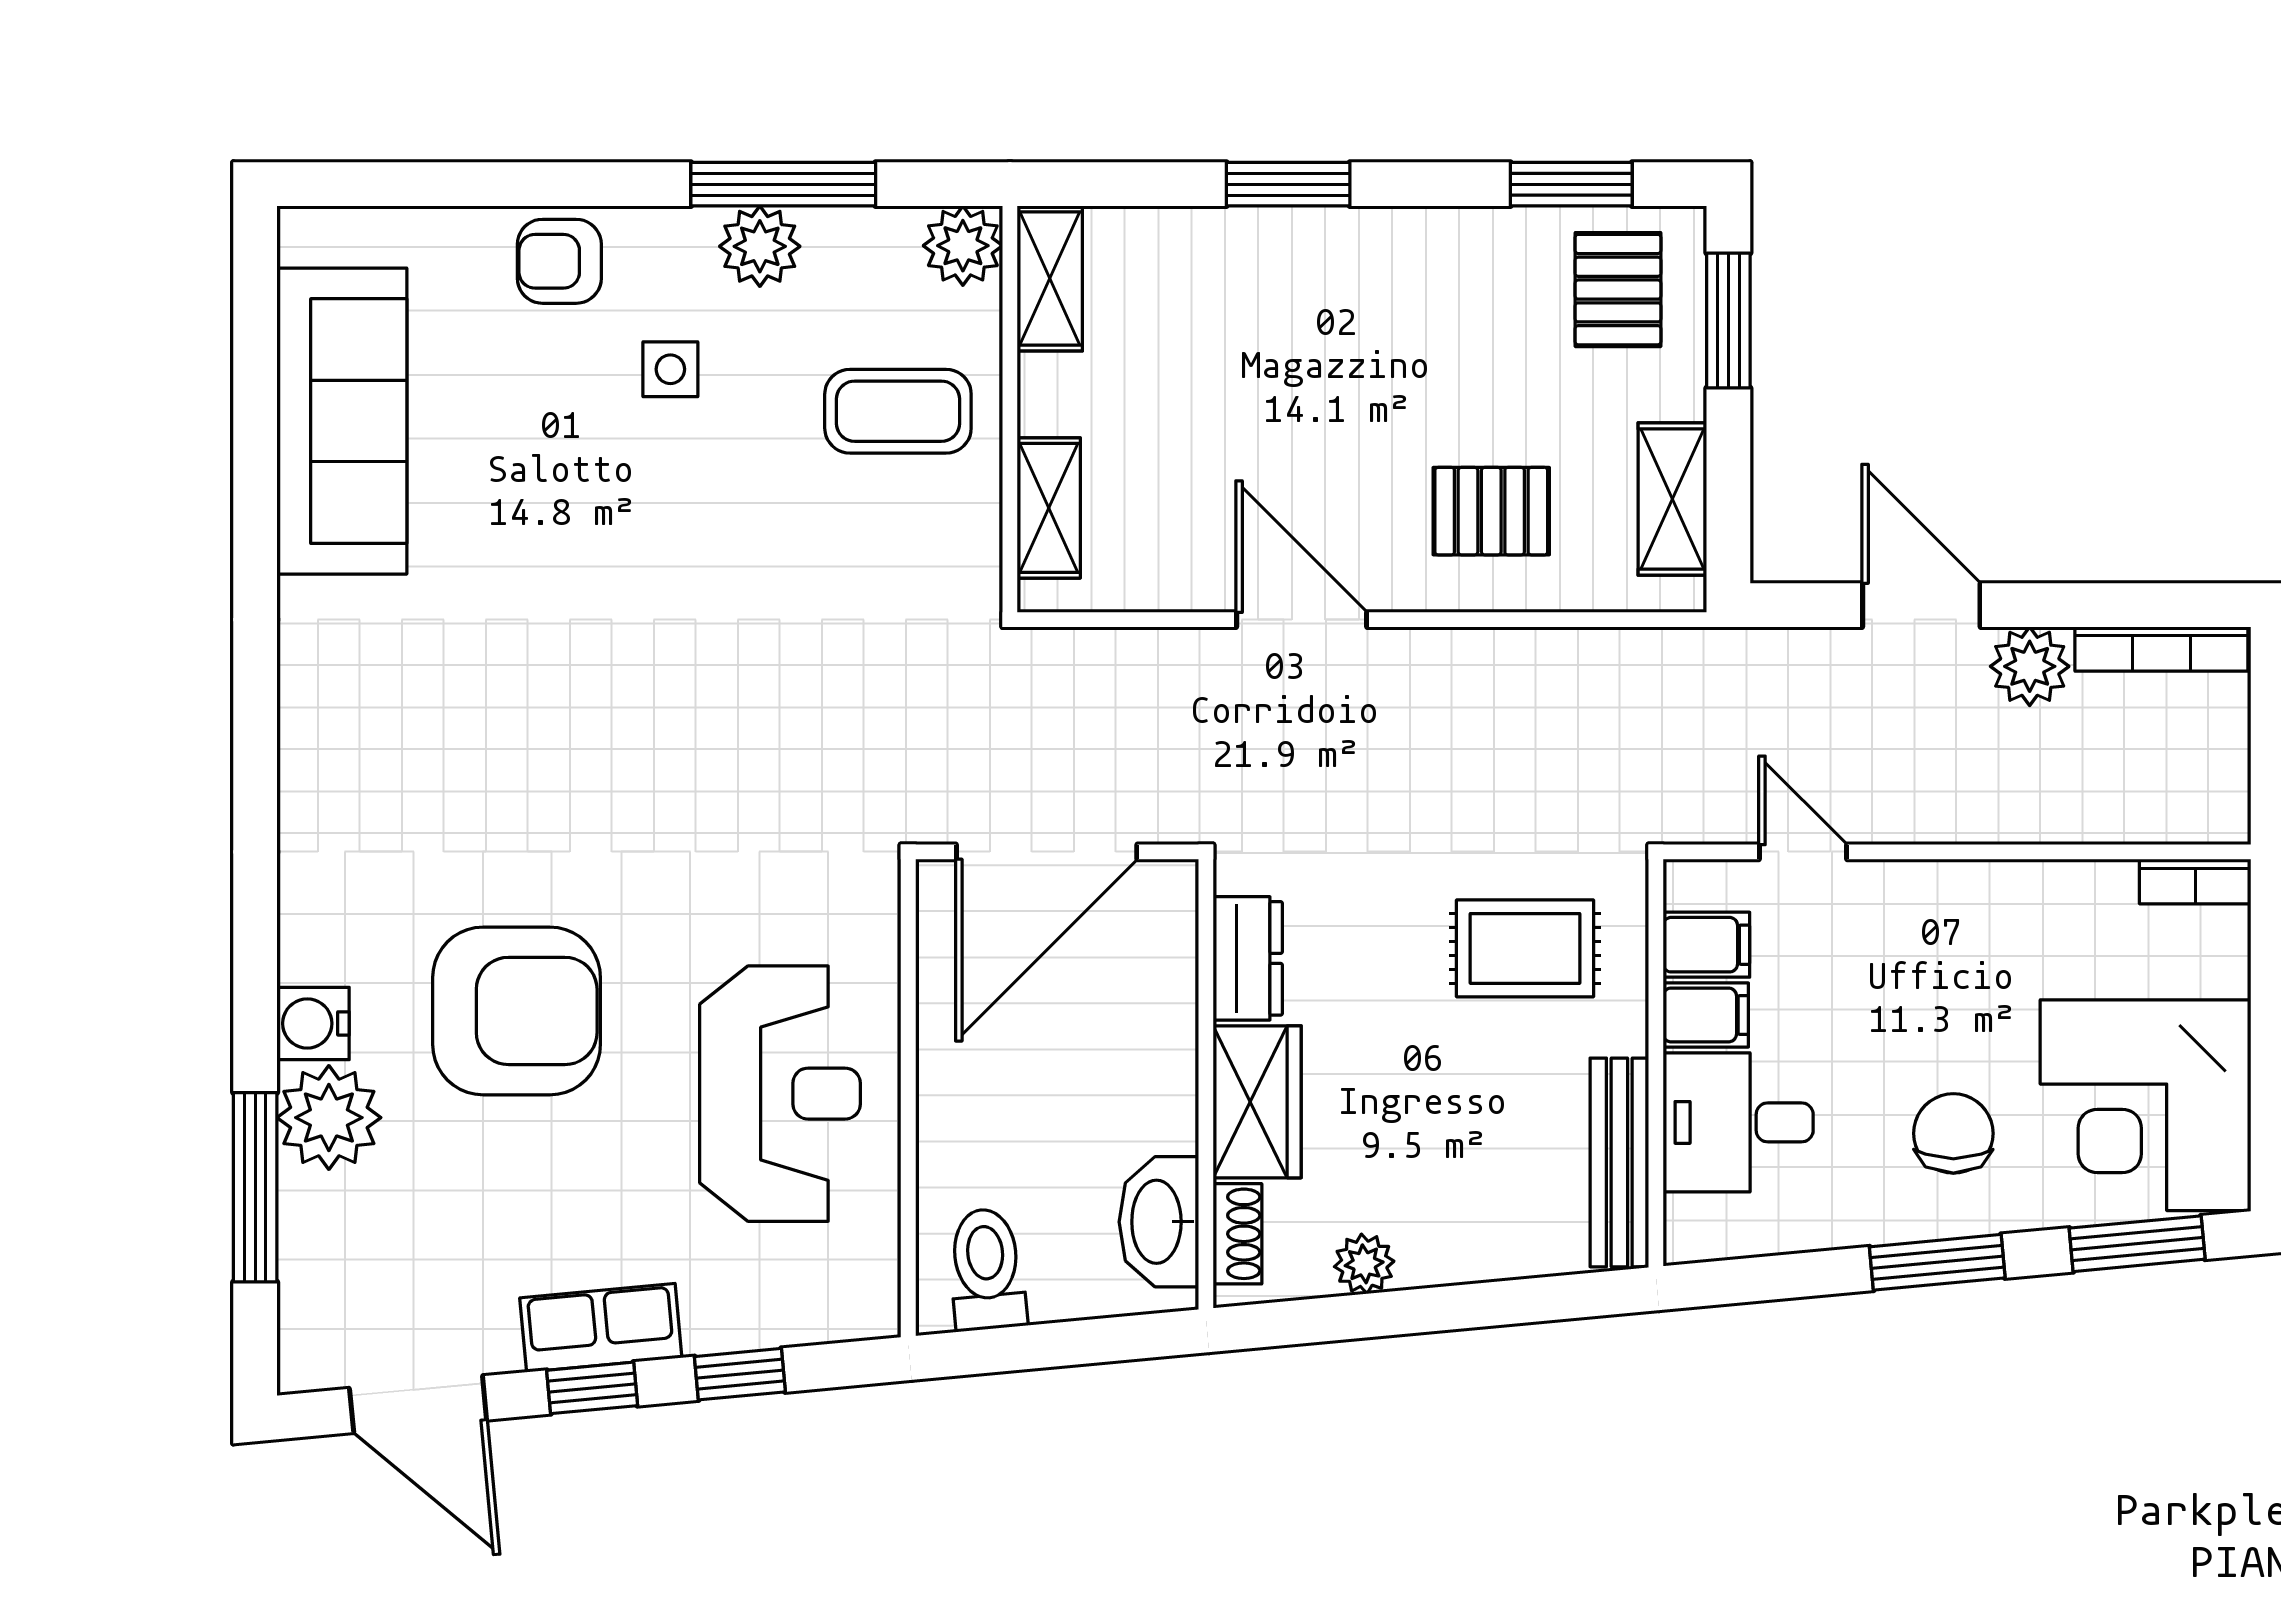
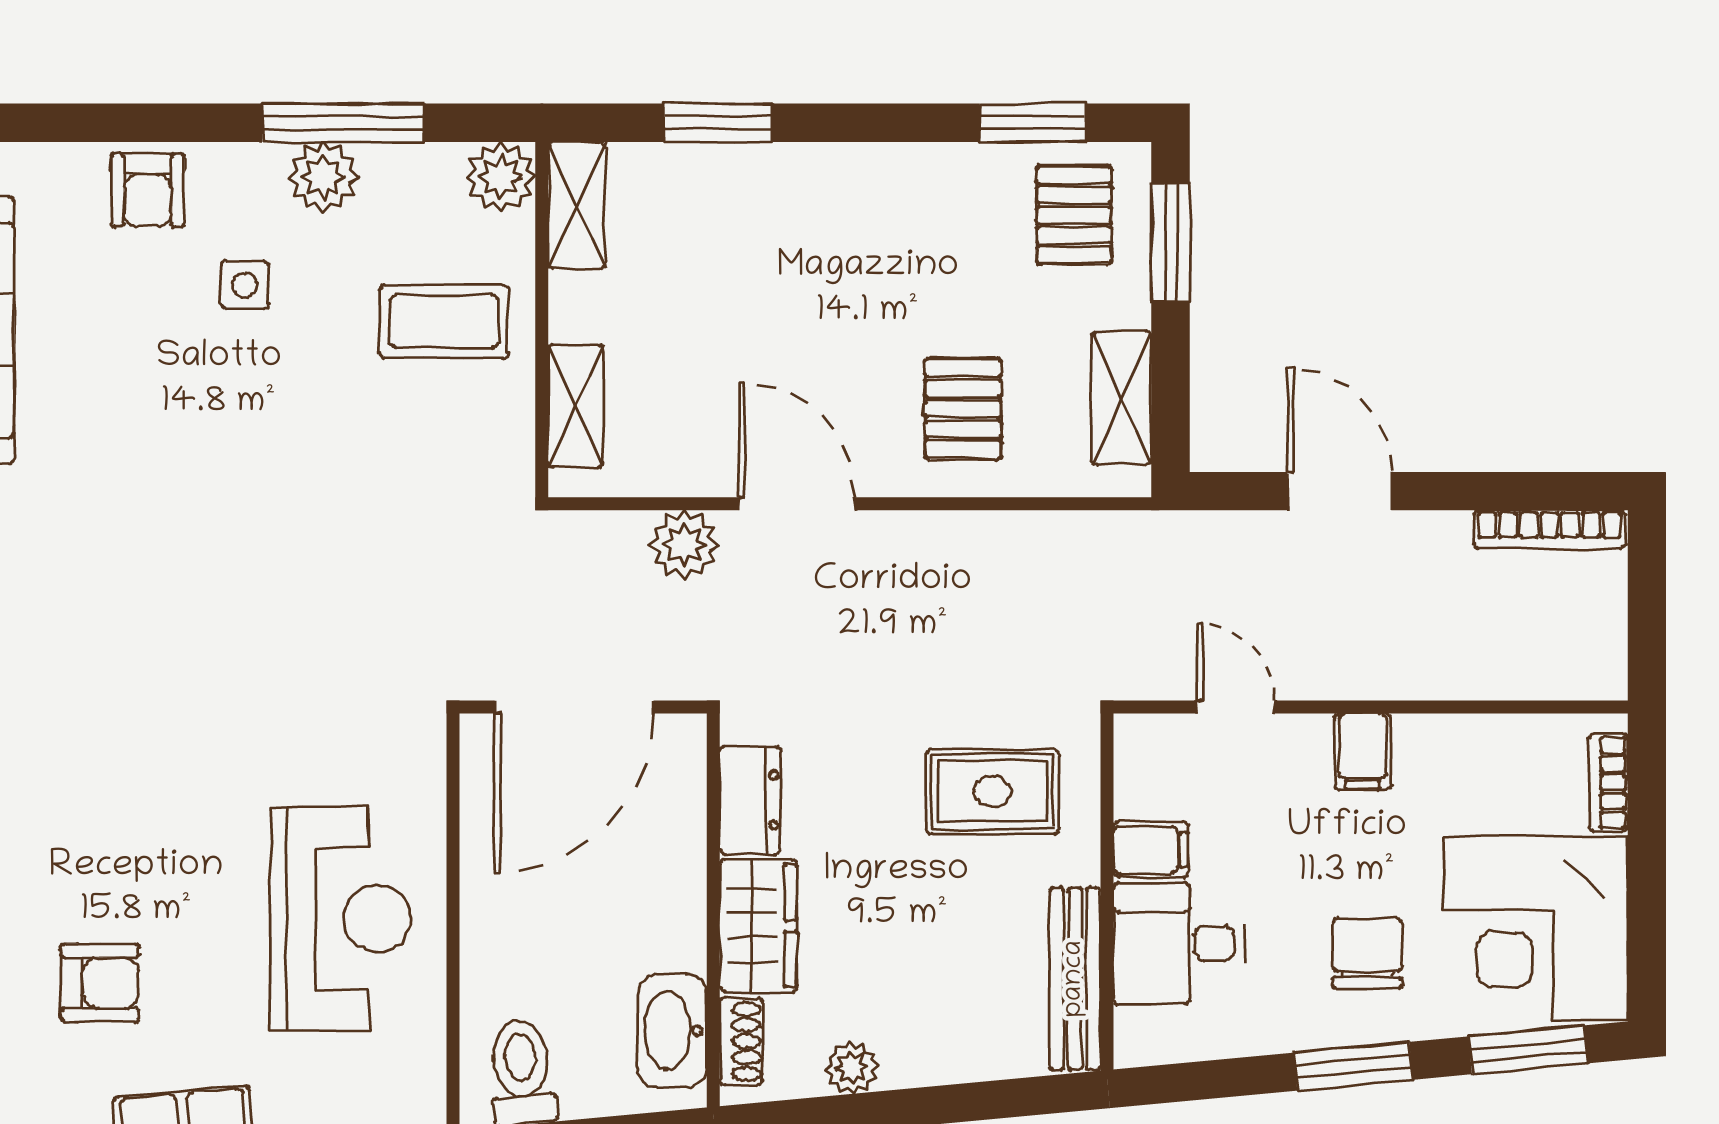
window: (1288, 184) -> (718, 123), moved
armchair: (559, 261) -> (148, 190), turned -90
pallet: (1491, 511) -> (963, 409), turned 90
plant: (2030, 666) -> (684, 545), moved
bookcase: (2195, 881) -> (1608, 783), moved, turned 90
filing cabinet: (1706, 945) -> (1363, 751), moved, turned 90
armchair: (517, 1011) -> (100, 983), moved, width x0.53, depth x0.53

